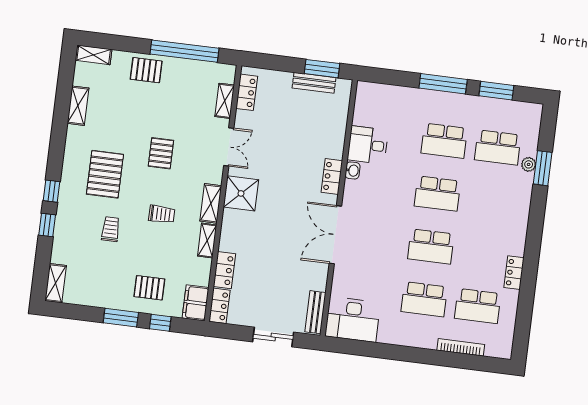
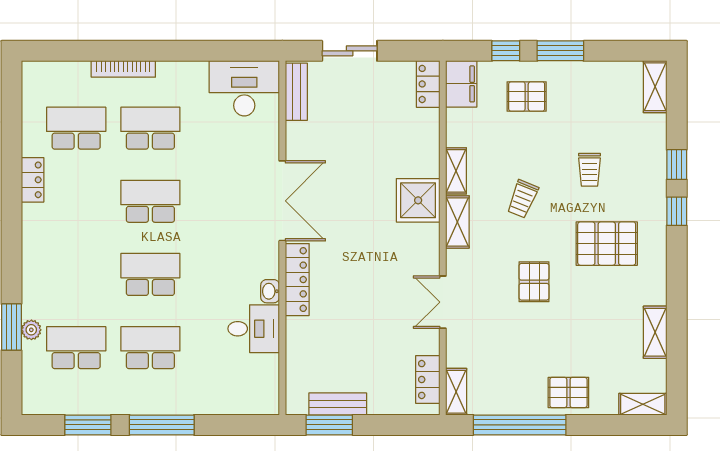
shelving: (225, 101) -> (456, 392), moved
pallet: (105, 174) -> (607, 244), turned 90
locker: (332, 176) -> (297, 280), width x1.53
shower: (241, 193) -> (418, 200), moved
trolley: (162, 214) -> (523, 199), turned -68
locker: (224, 270) -> (428, 134), removed
bookcase: (461, 347) -> (123, 69), moved

